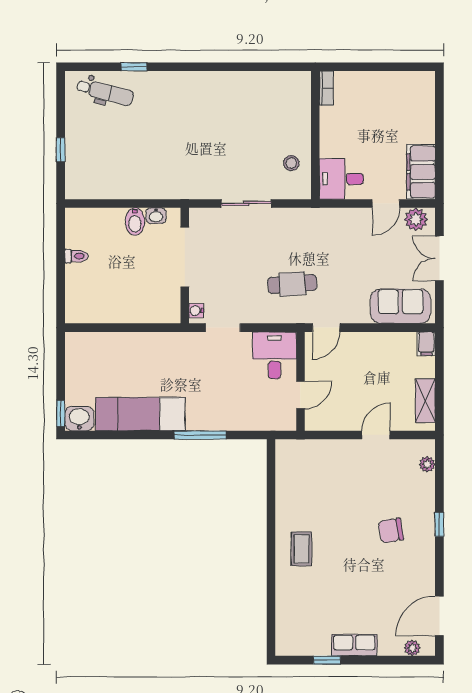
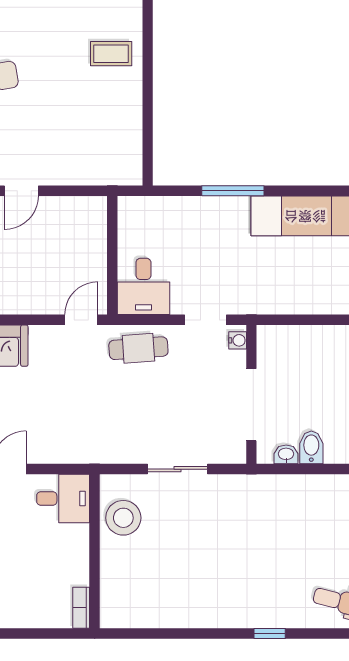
window: (134, 67) -> (270, 634), moved
stool: (291, 163) -> (123, 518), width x1.89, depth x1.89
cafe table: (292, 284) -> (138, 348), moved
door: (300, 395) -> (112, 239), removed
coffee table: (301, 549) -> (111, 54), turned 90

